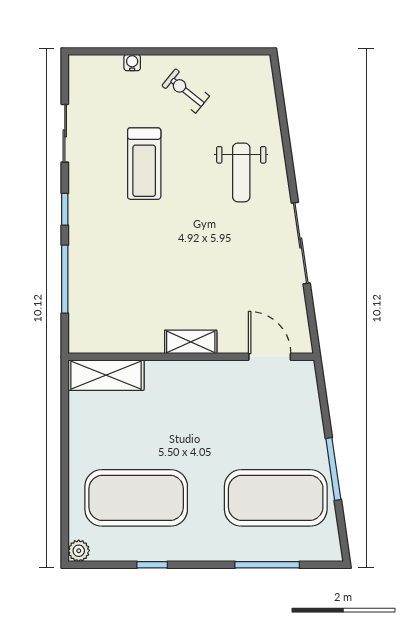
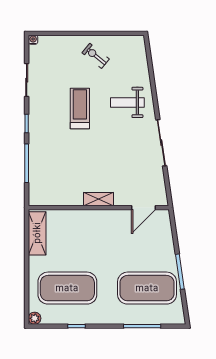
water cooler: (132, 63) -> (33, 40), moved
treadmill: (144, 164) -> (80, 108), moved, turned 180
weight bench: (241, 172) -> (127, 102), turned 90
door: (270, 357) -> (144, 208), swing flipped
shelving: (106, 375) -> (37, 233), moved, turned 90

